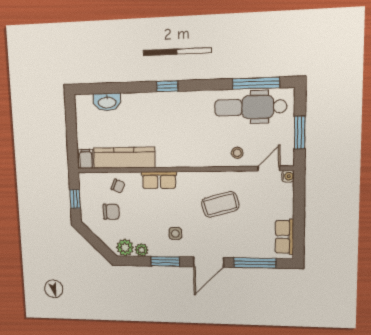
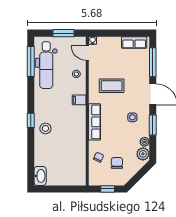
washbasin: (107, 102) -> (40, 176), moved
stool: (156, 108) -> (45, 128), added
kitchen counter: (124, 158) -> (79, 152), removed
filing cabinet: (86, 159) -> (79, 100), moved
row of seats: (159, 180) -> (94, 122), width x1.48
coffee table: (220, 204) -> (112, 86), turned -75

